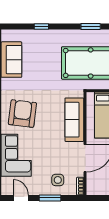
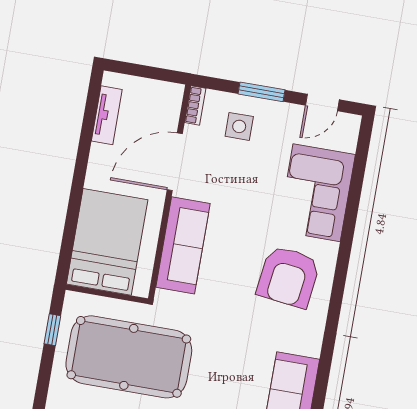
door: (21, 198) -> (322, 103), hinge flipped

